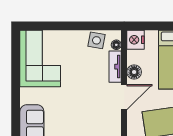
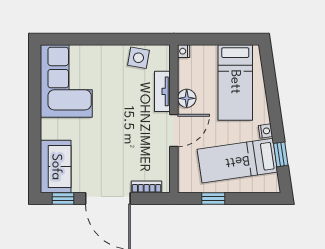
nightstand: (135, 40) -> (184, 51), width x0.53, depth x0.56
floor lamp: (116, 45) -> (164, 63), removed

